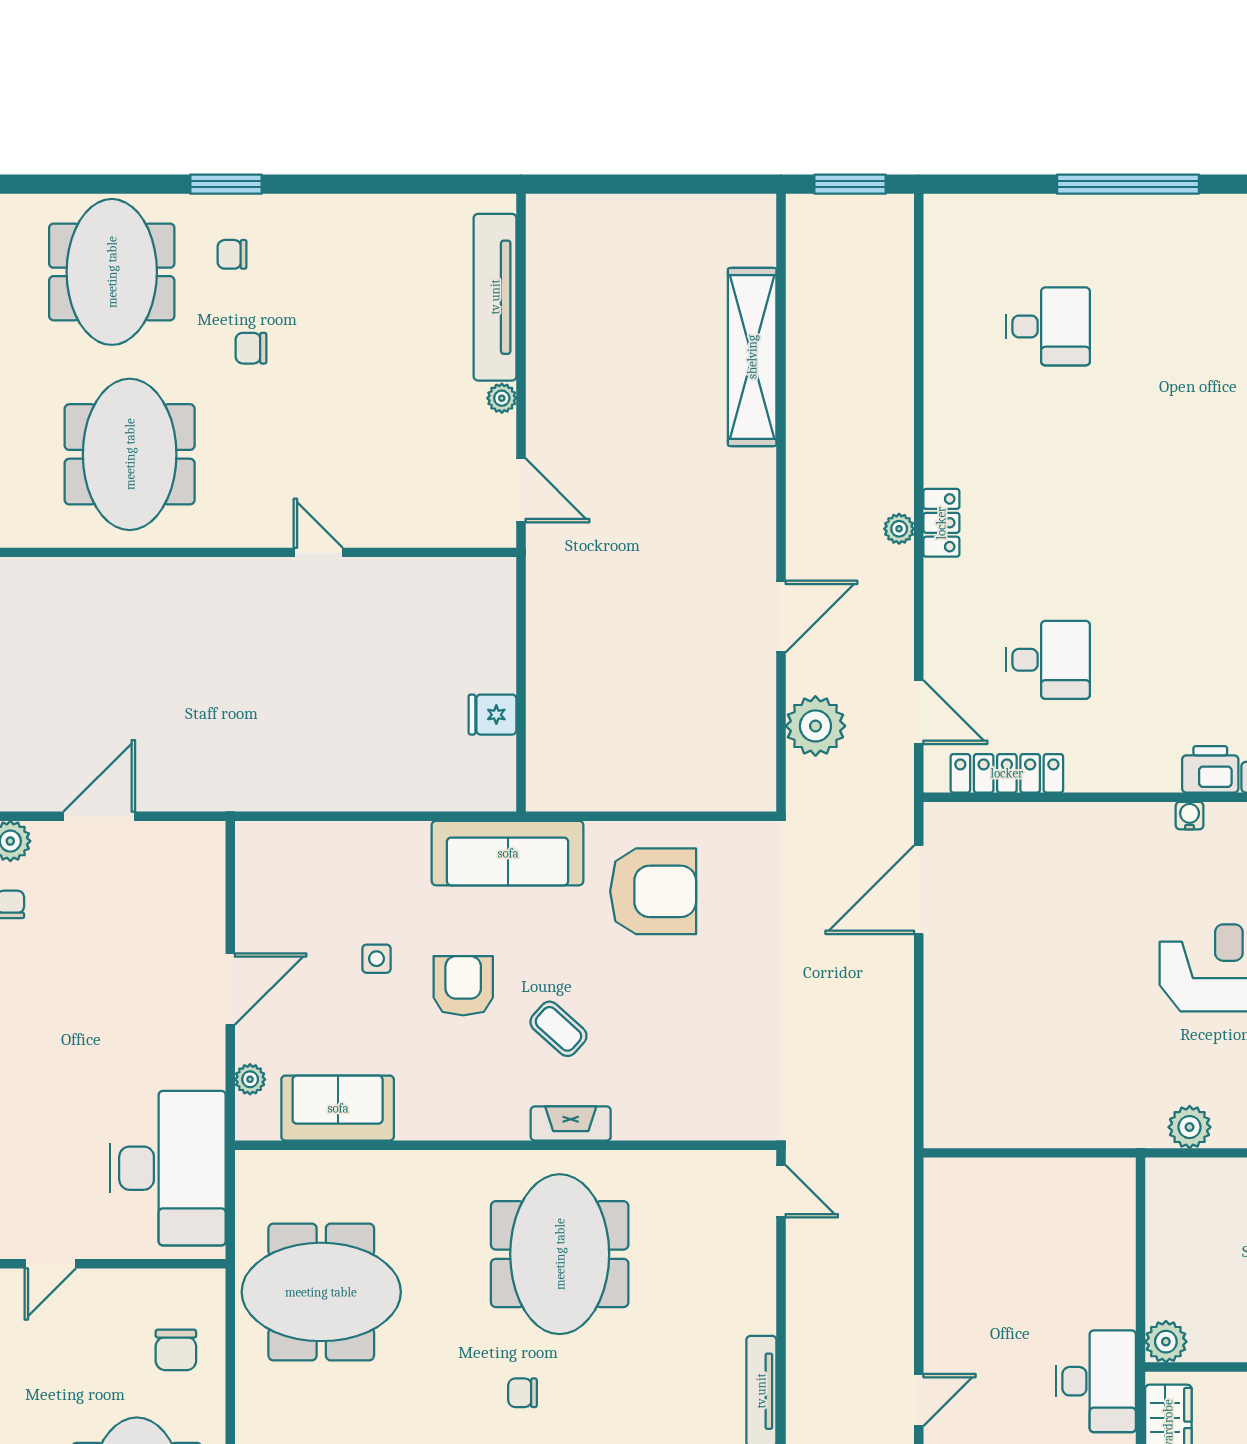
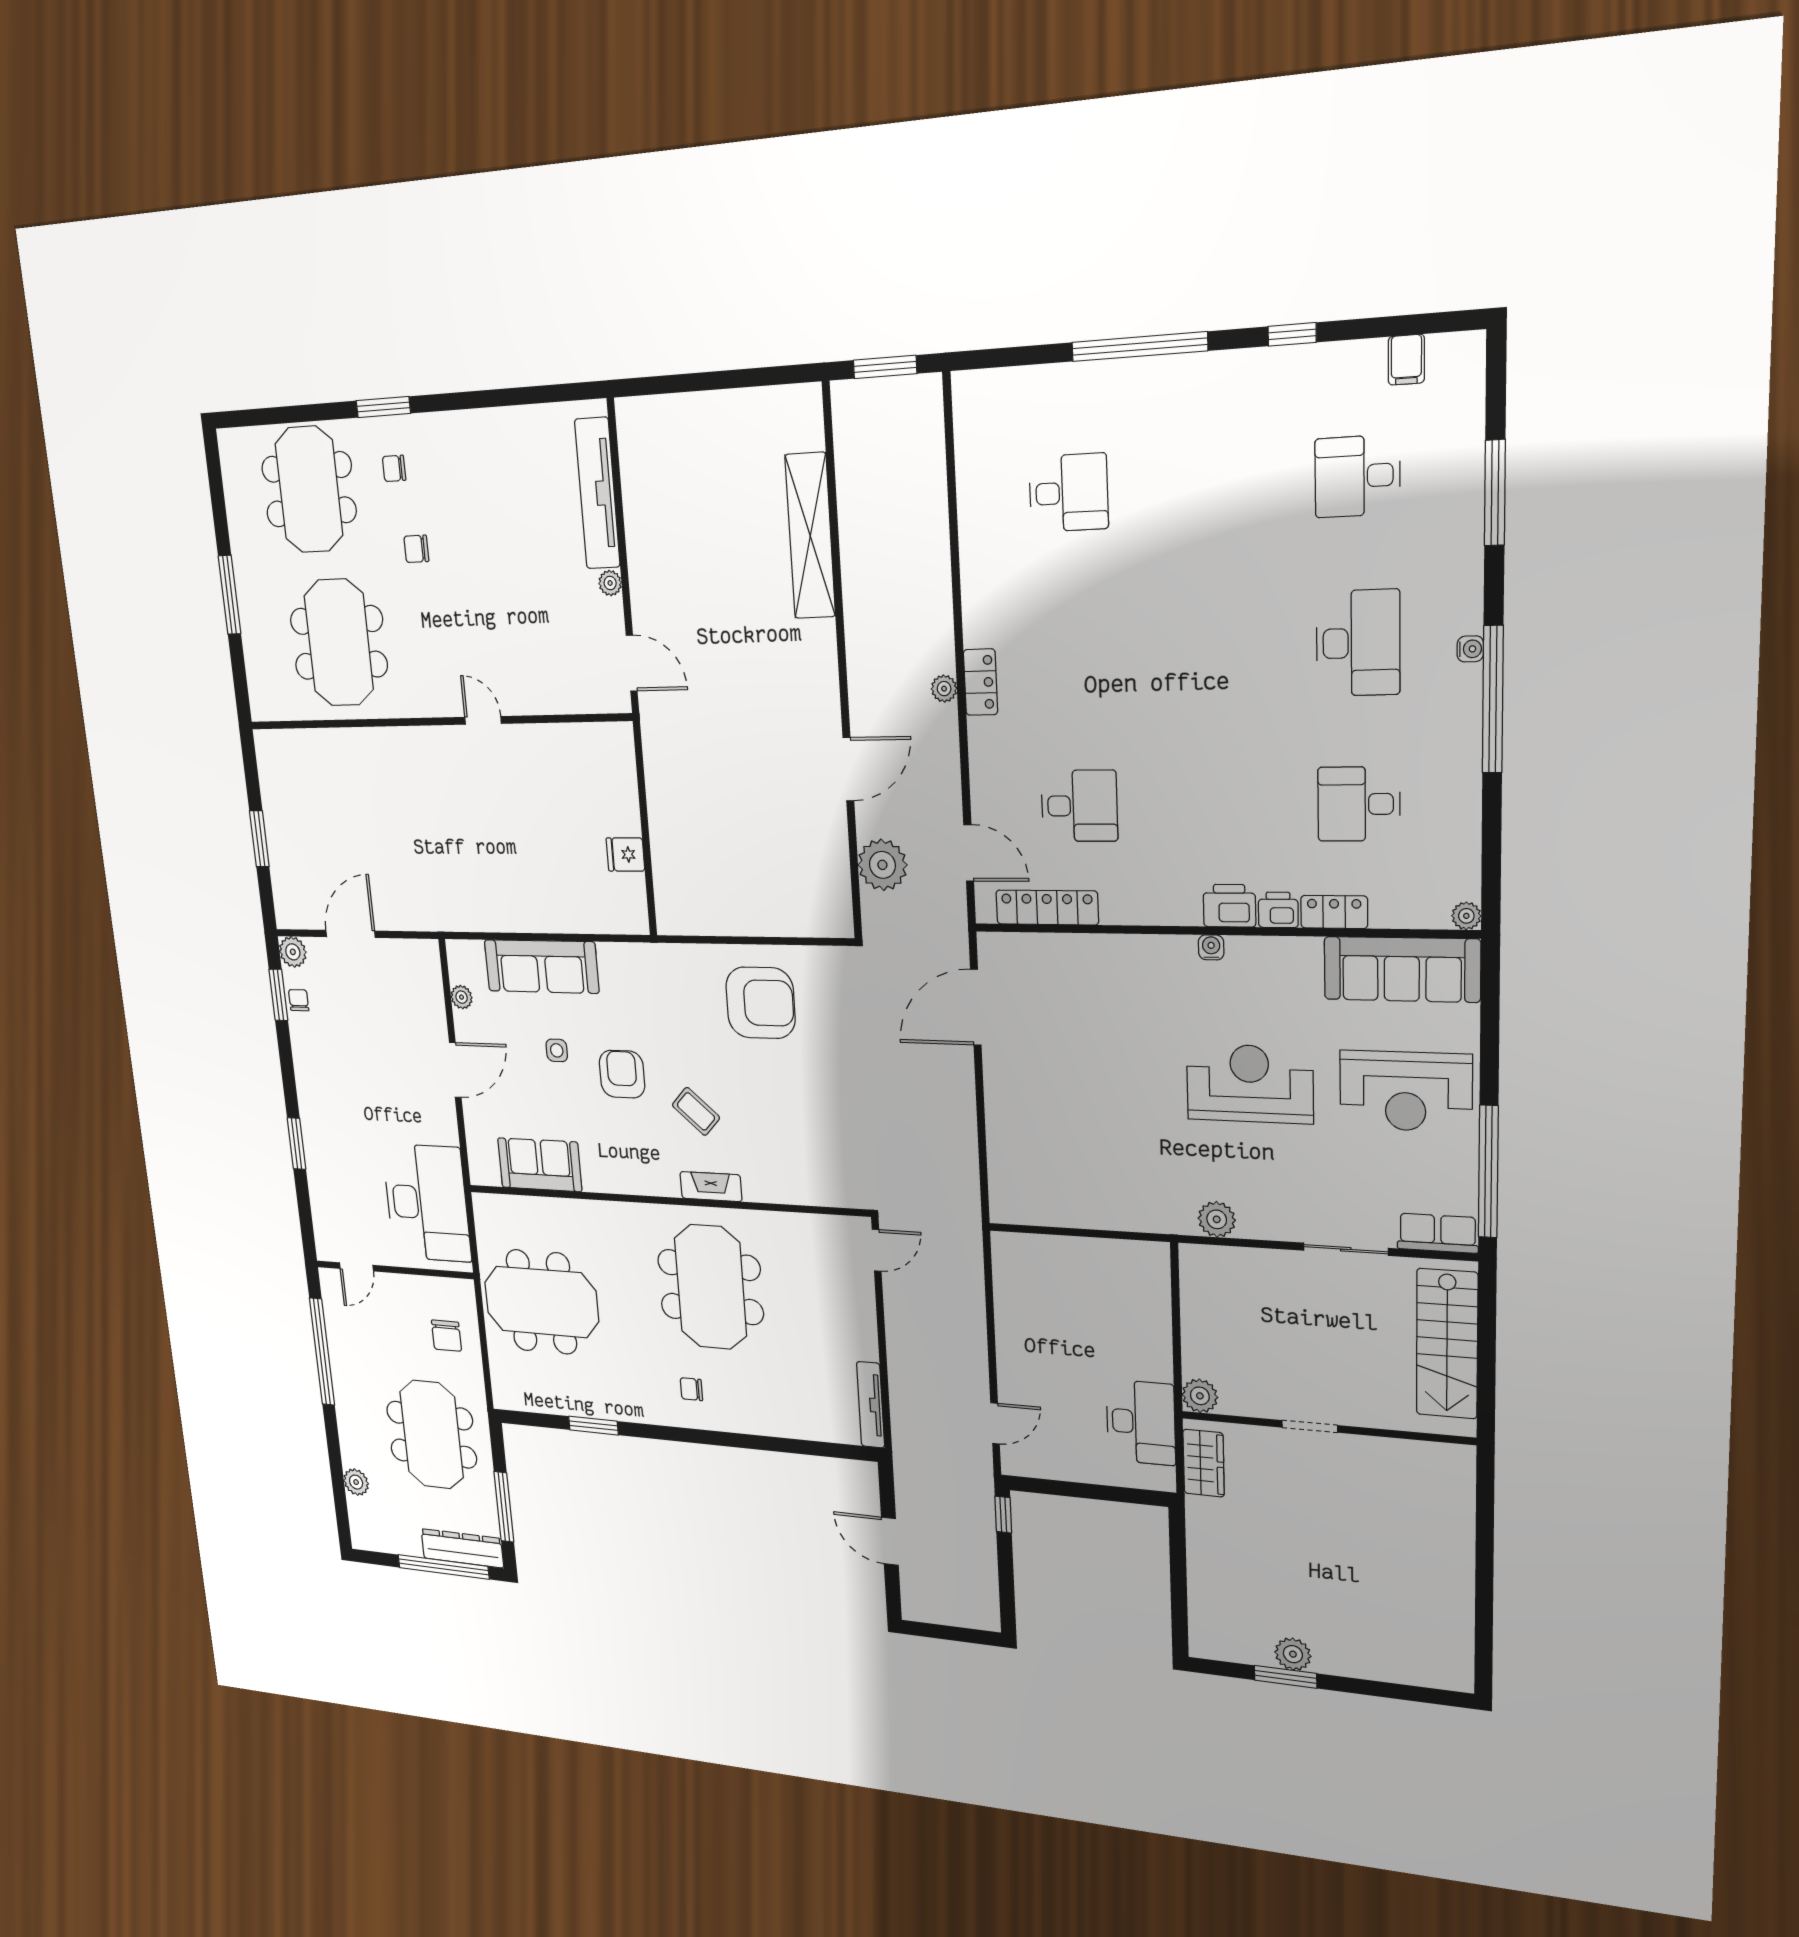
sofa: (508, 853) -> (541, 966), moved
plant: (250, 1079) -> (462, 997), moved
door: (781, 1191) -> (877, 1250), hinge flipped

